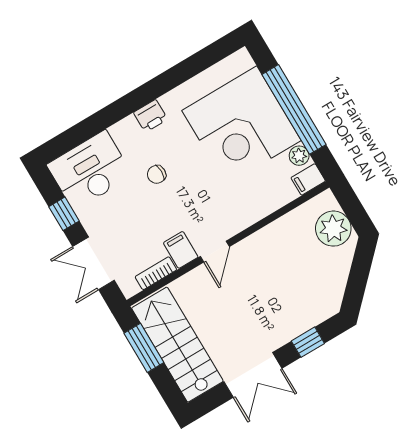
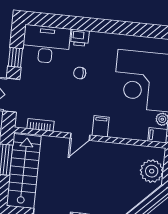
printer: (151, 116) -> (80, 38), moved
filing cabinet: (181, 250) -> (101, 126), moved

